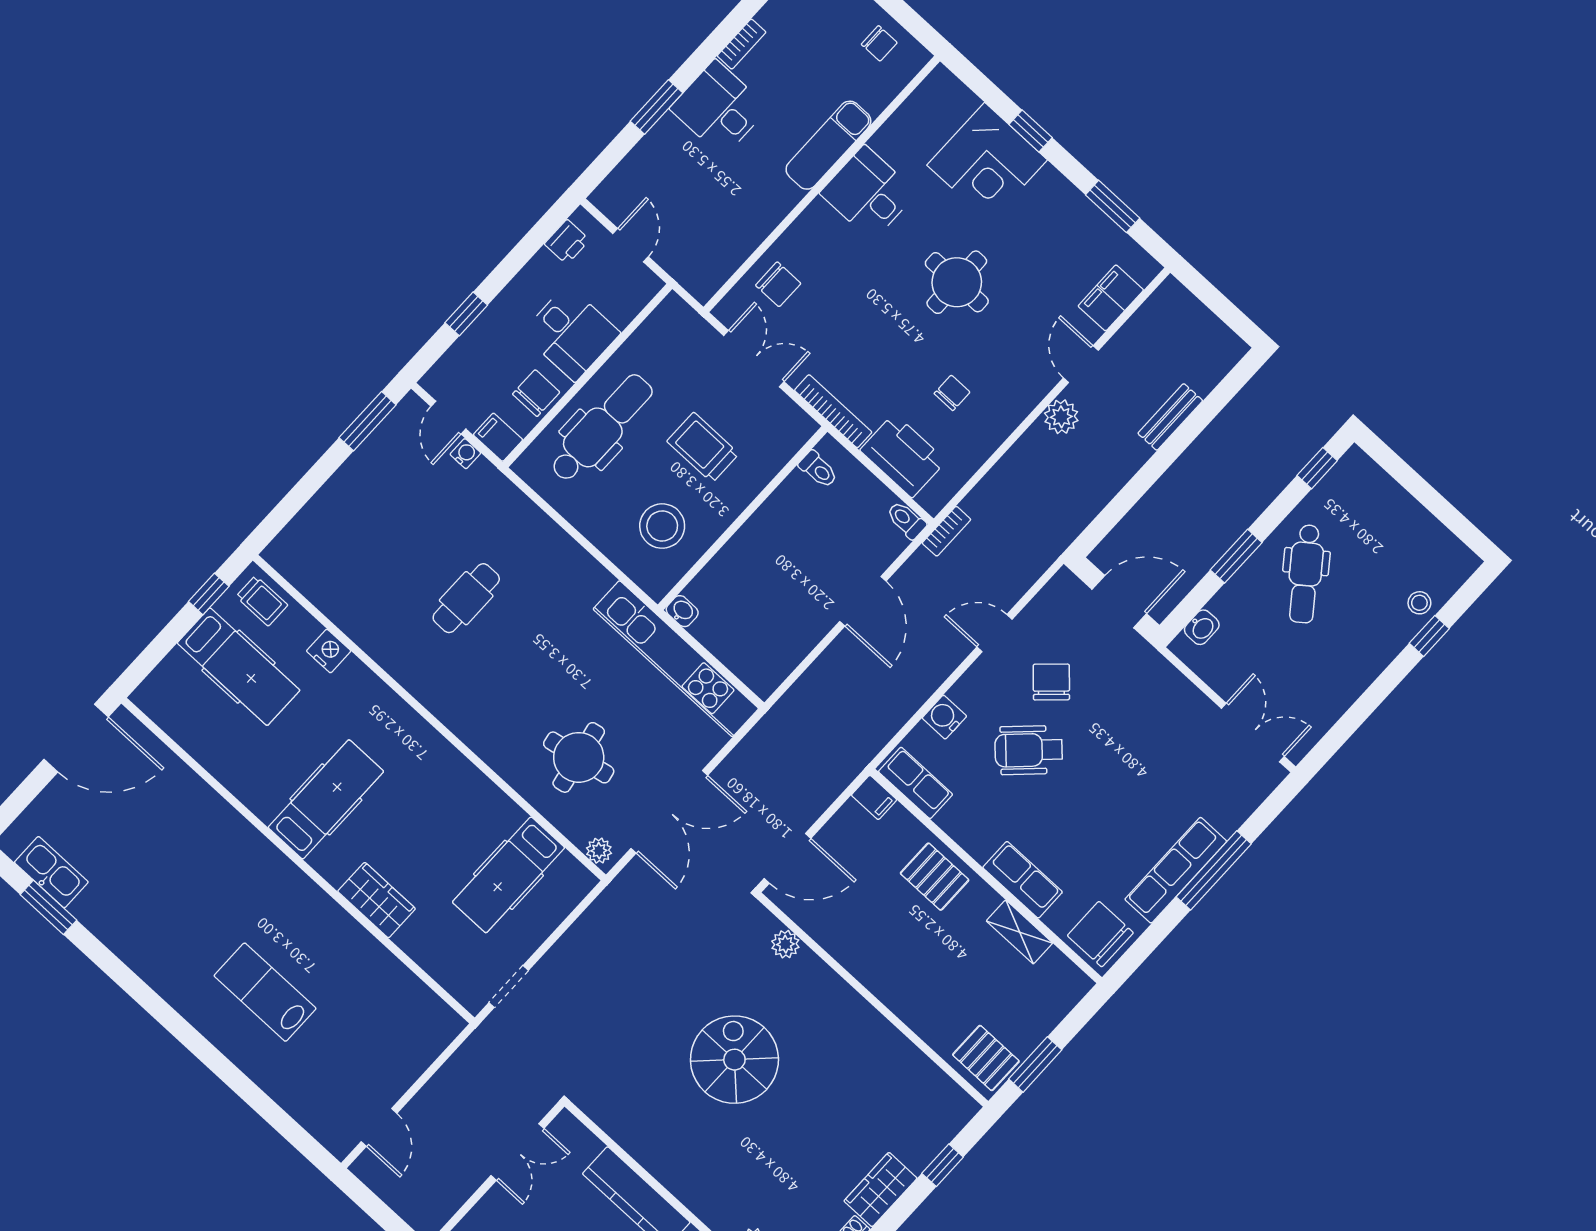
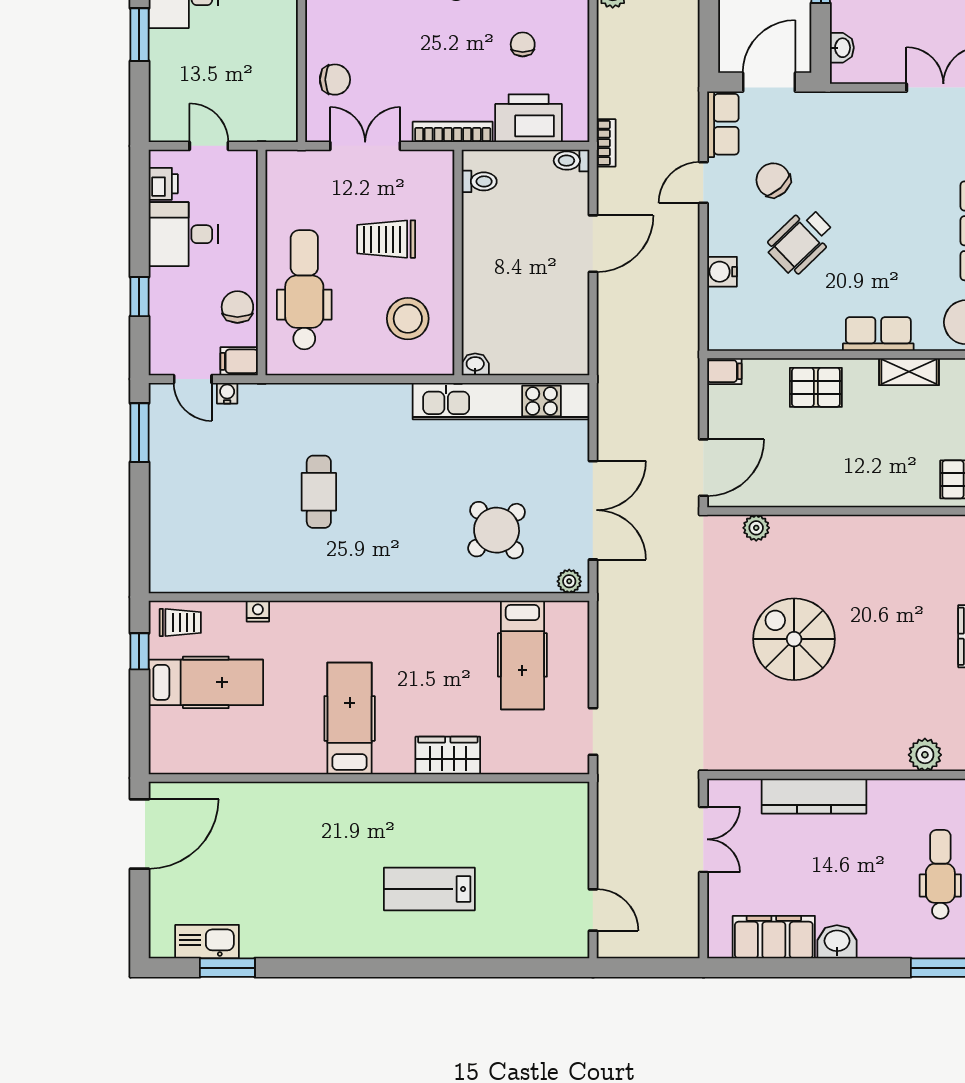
desk: (571, 333) -> (183, 234), moved, turned 180
door: (863, 601) -> (593, 244), hinge flipped
nightstand: (329, 651) -> (258, 611), width x0.72, depth x0.74
round table: (579, 757) -> (497, 530), turned -31
row of seats: (916, 783) -> (723, 124), moved, turned 90

